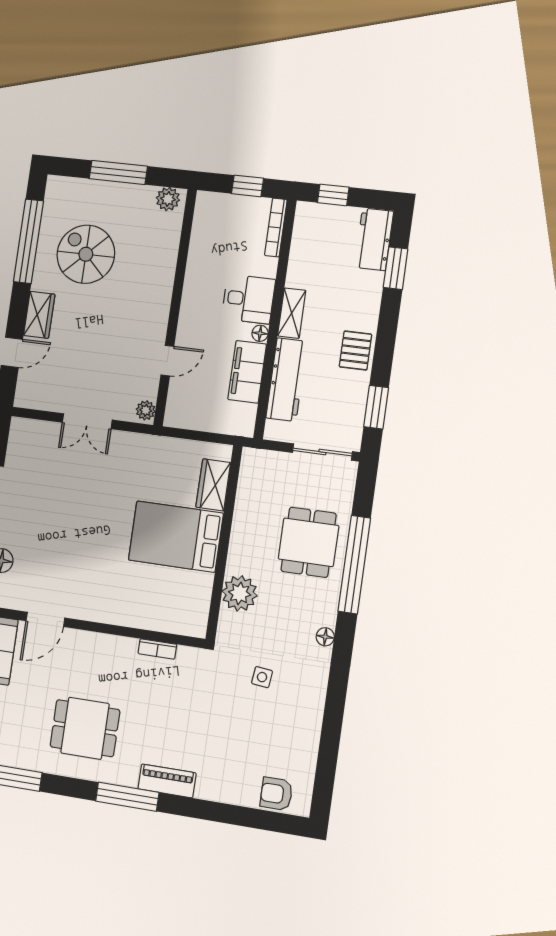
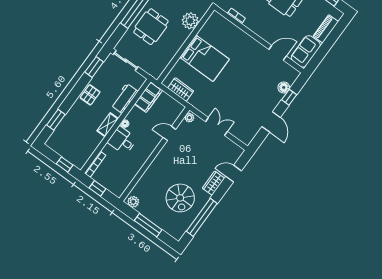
workbench: (374, 239) -> (58, 137), removed
filing cabinet: (247, 372) -> (148, 97), moved
workbench: (287, 380) -> (124, 98), width x0.73
wardrobe: (213, 485) -> (181, 90), moved, turned -90

